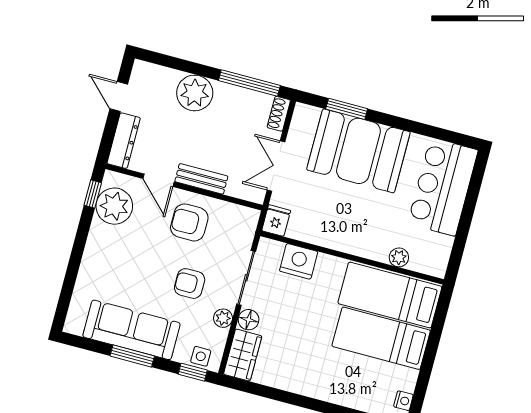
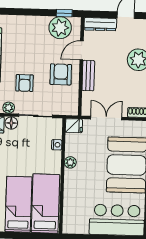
plant: (399, 257) -> (70, 162), moved
nightstand: (299, 261) -> (57, 145), width x0.53, depth x0.56
armchair: (190, 284) -> (25, 83), turned 180

